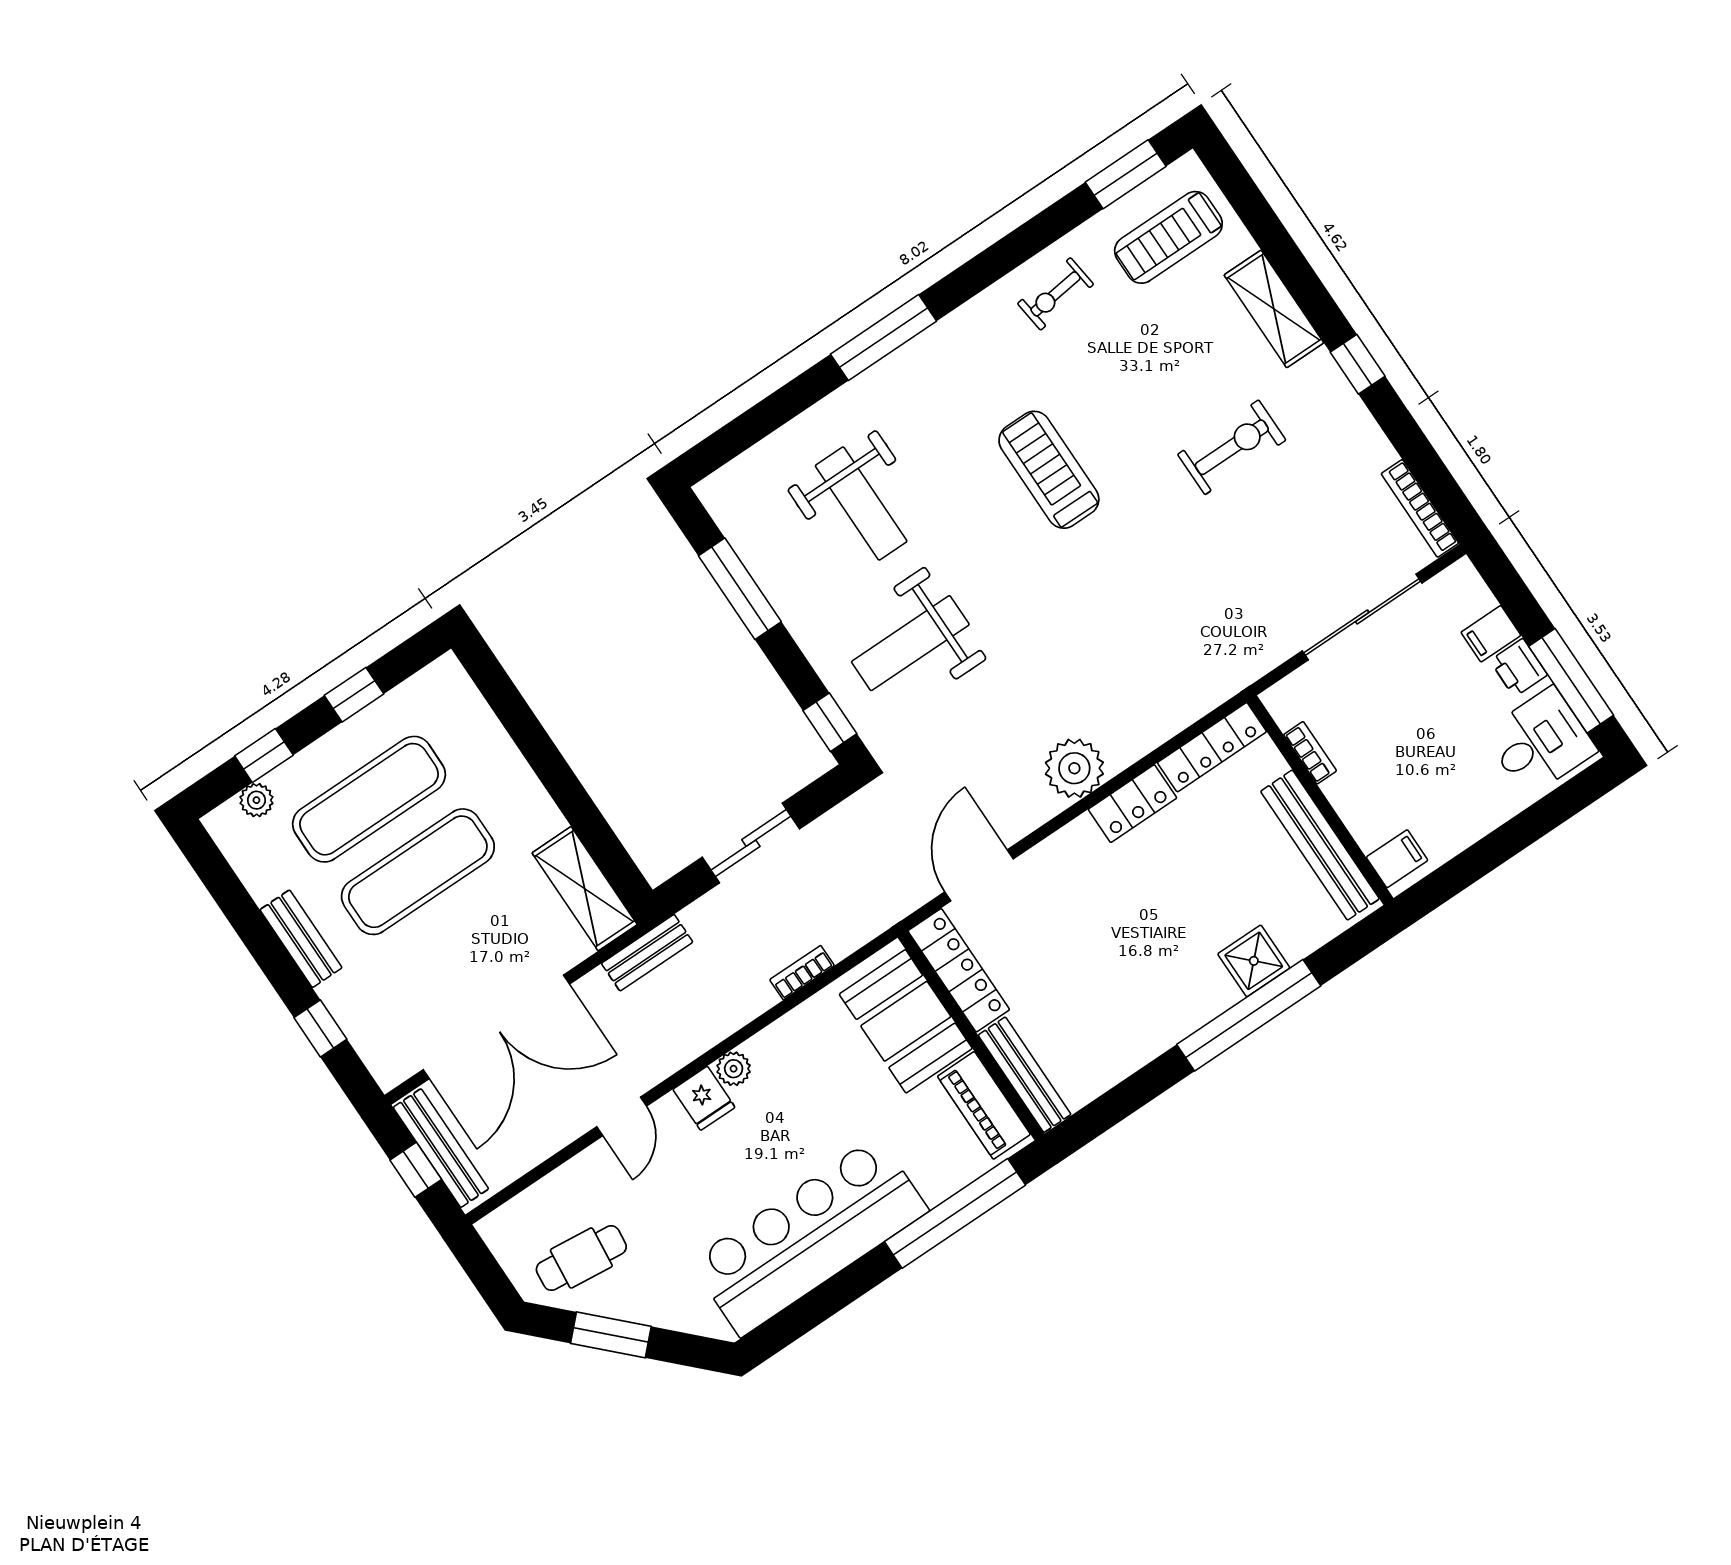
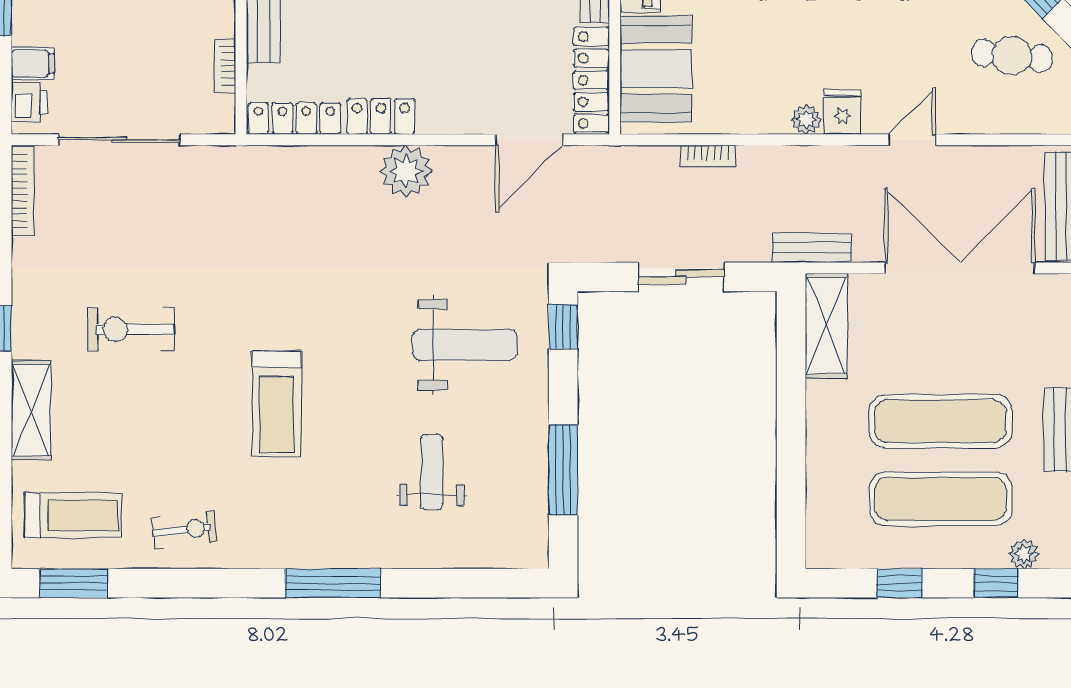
weight bench: (861, 504) -> (432, 472), width x0.73, depth x0.75
printer: (1519, 668) -> (29, 102), moved

